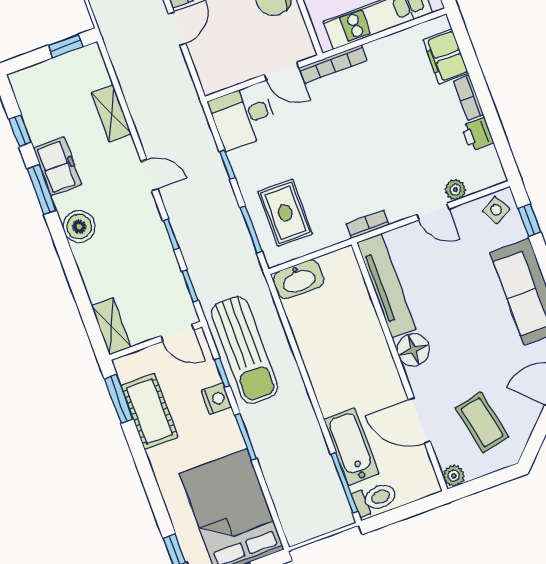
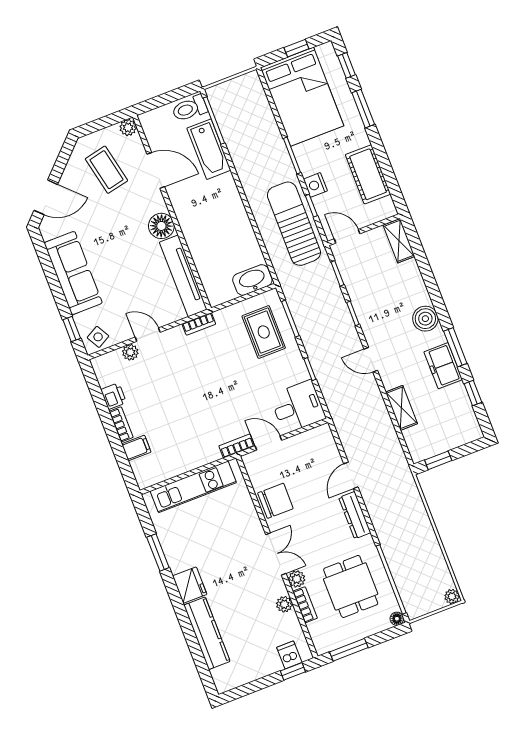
filing cabinet: (446, 57) -> (136, 448), width x0.50
bookcase: (333, 64) -> (237, 446), width x0.64
window: (119, 399) -> (363, 109), moved

